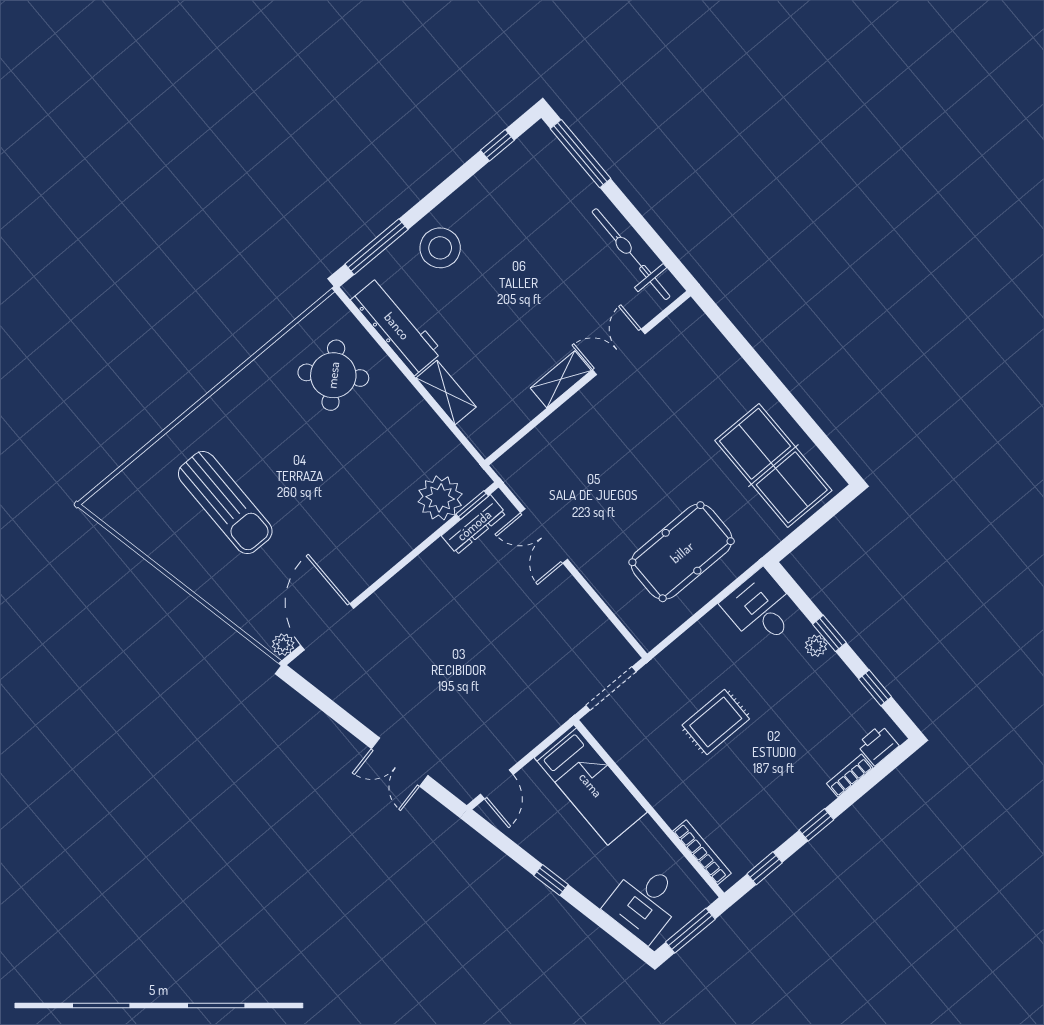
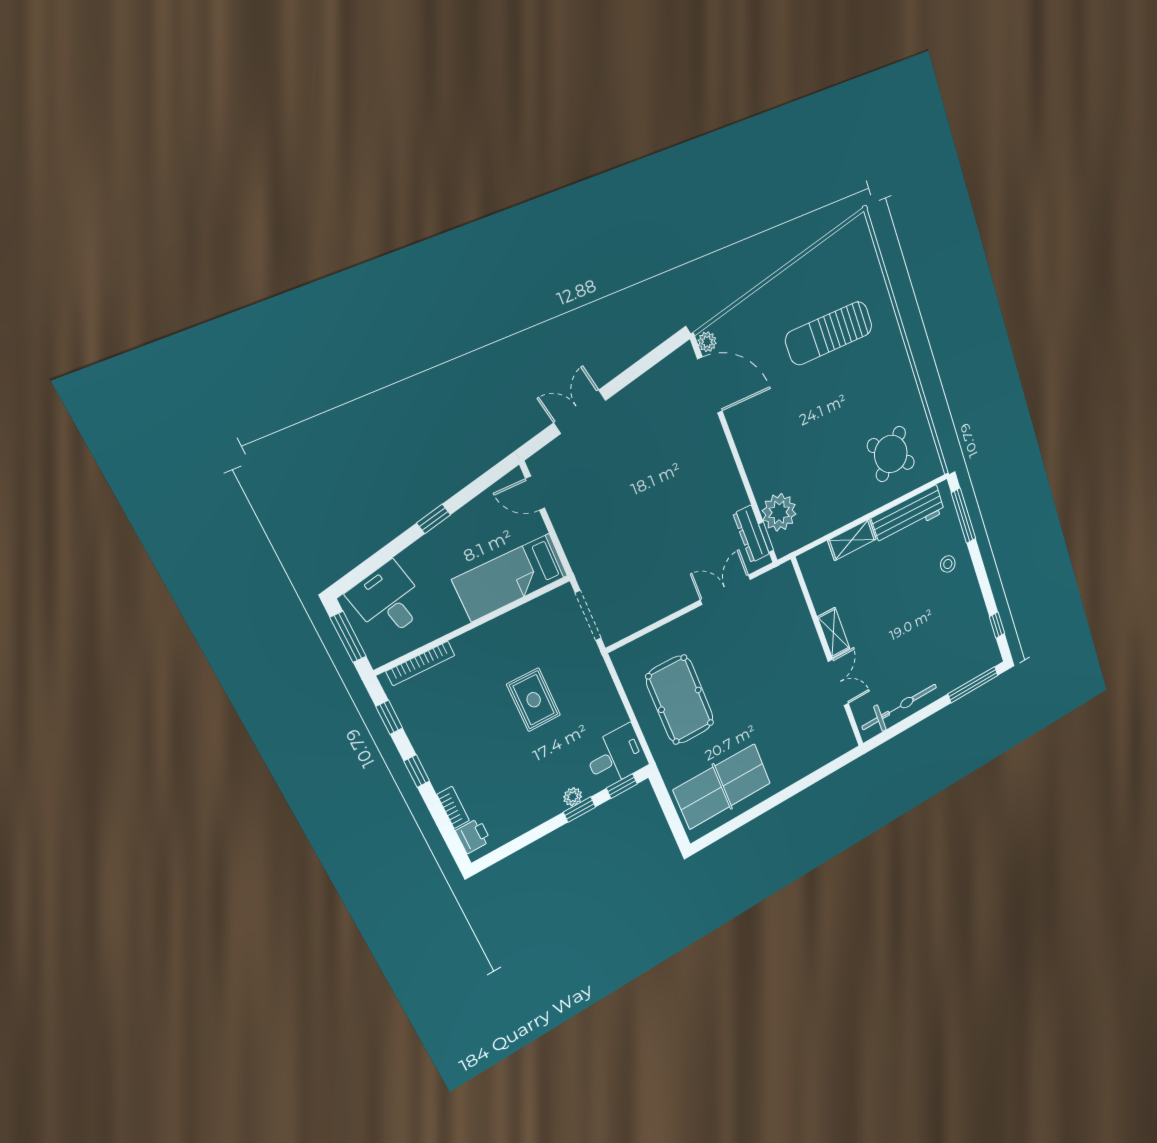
stool: (440, 248) -> (948, 564), width x0.53, depth x0.53
window: (875, 688) -> (622, 786), moved

